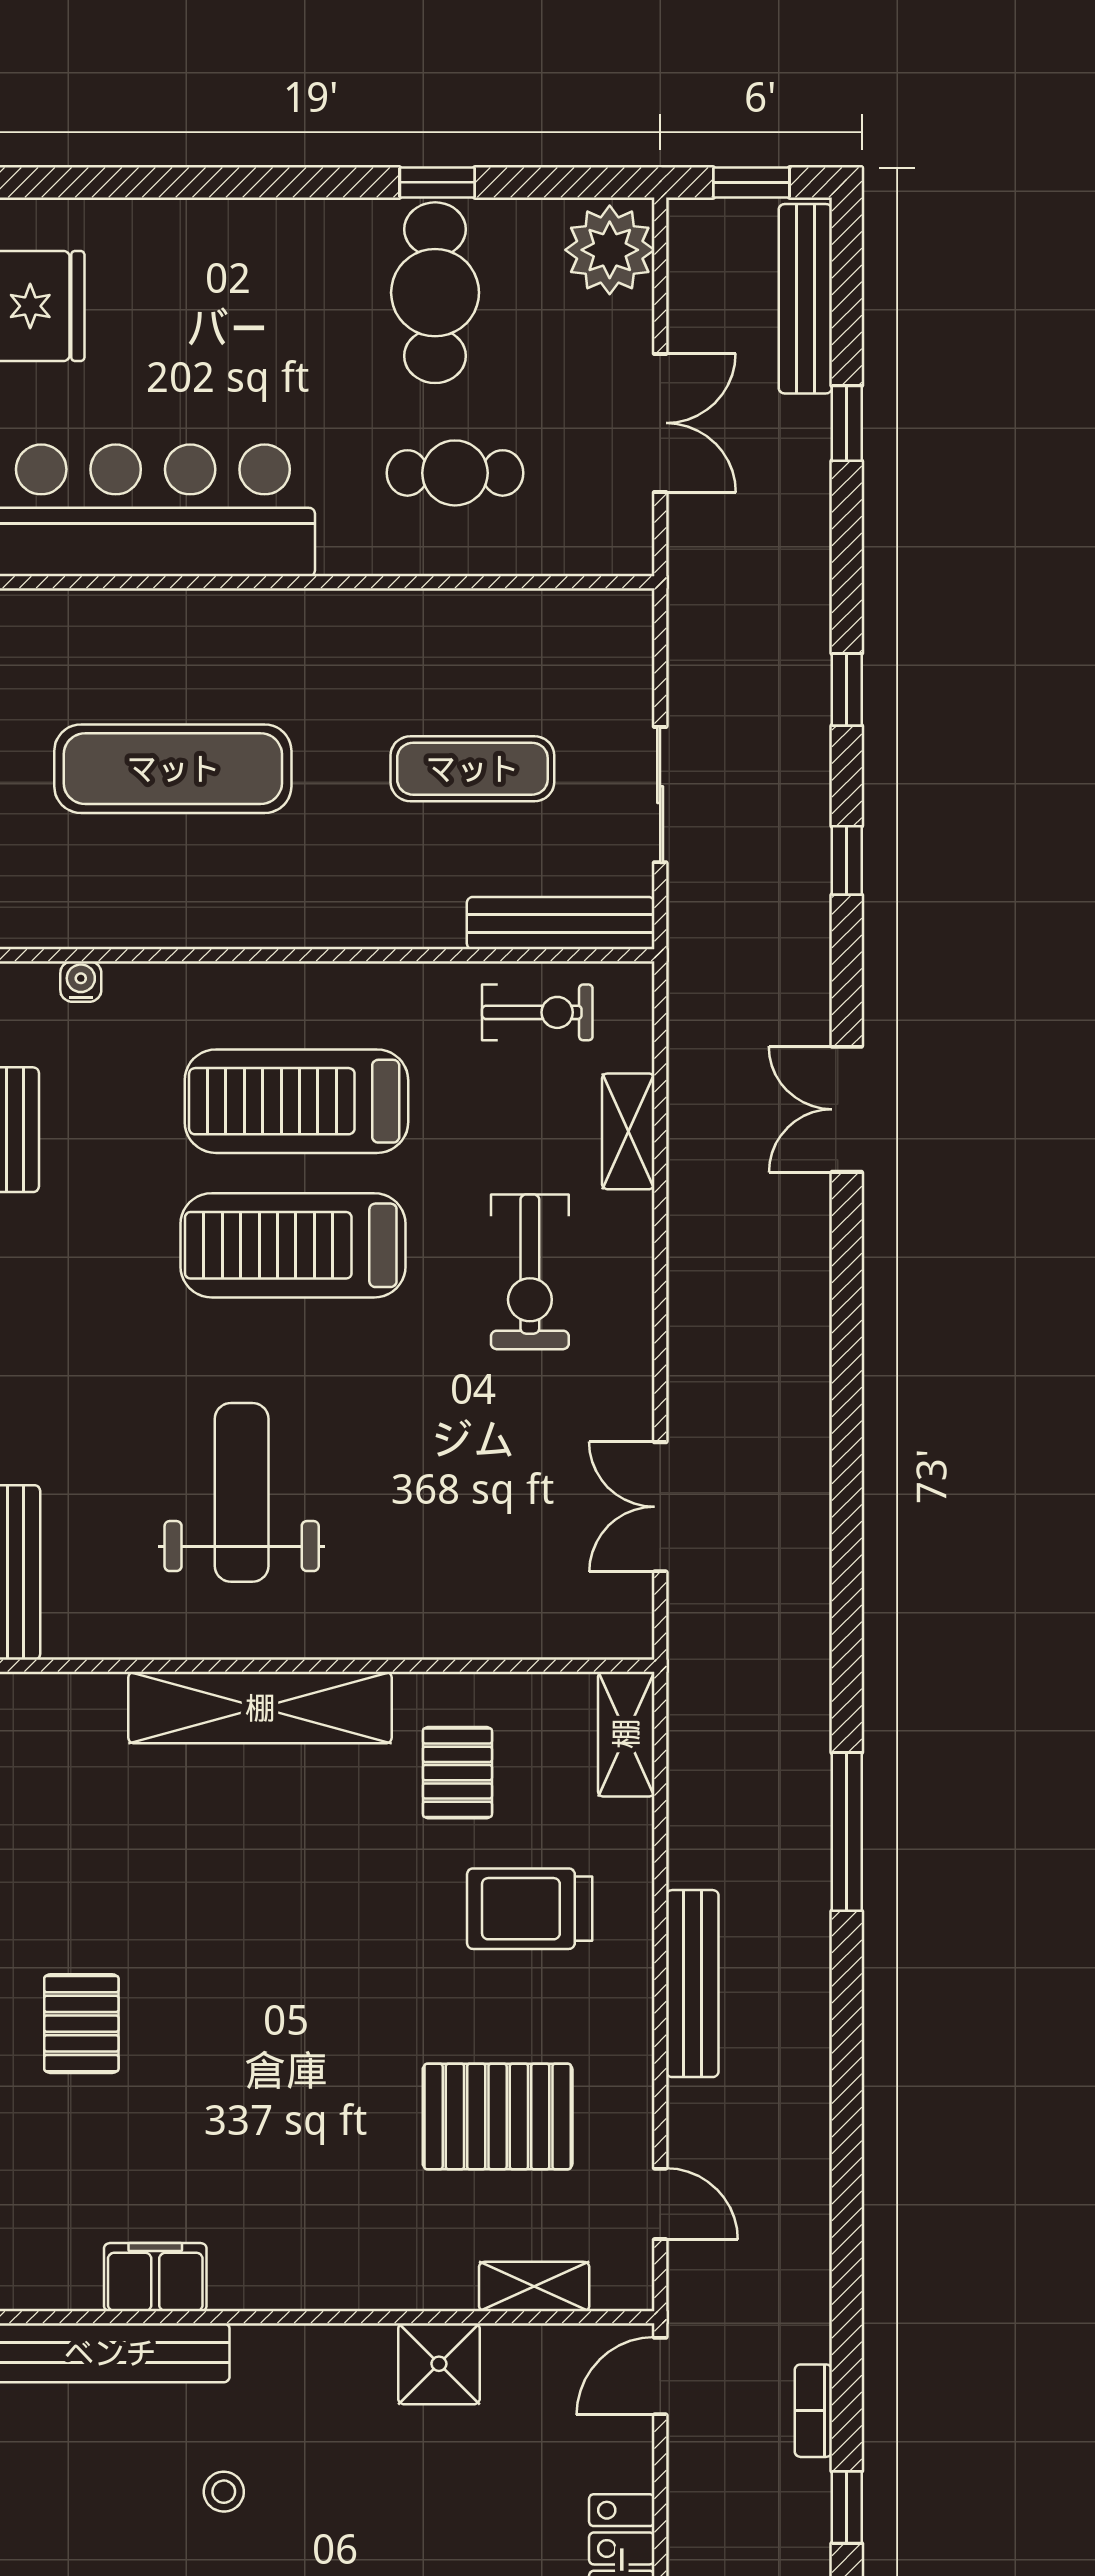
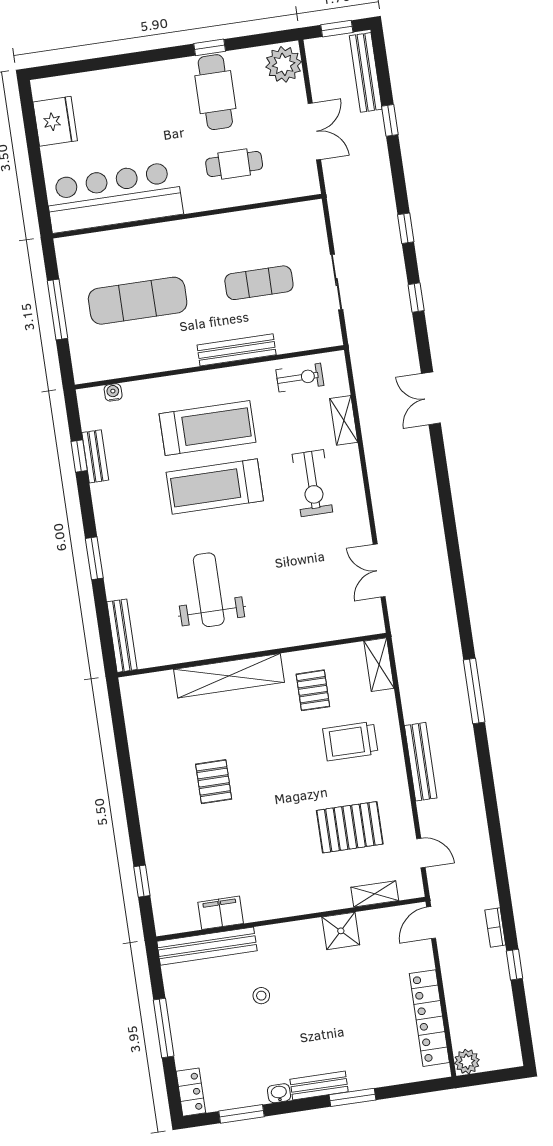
bench: (561, 923) -> (237, 350), moved
treadmill: (296, 1101) -> (208, 428), turned 180
pallet: (81, 2024) -> (214, 782), moved

